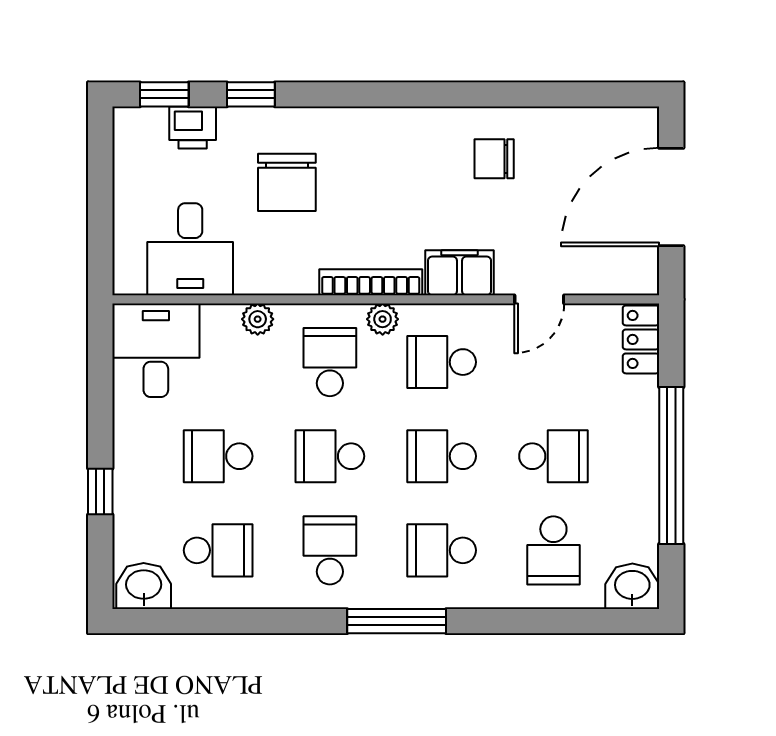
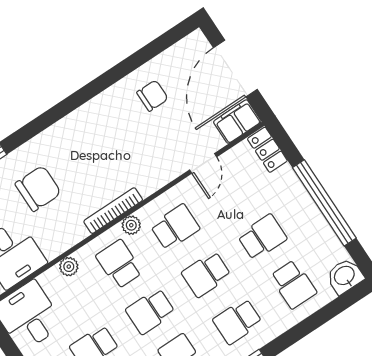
chair: (494, 159) -> (152, 96), moved, turned 180
chair: (287, 182) -> (38, 188), turned -90
filing cabinet: (459, 273) -> (237, 122), moved
school desk: (442, 362) -> (175, 227), turned 180

